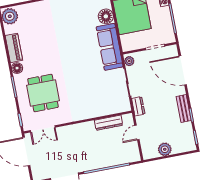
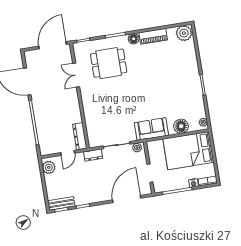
sofa: (110, 47) -> (151, 129), width x0.73
bench: (184, 108) -> (61, 203), moved
dresser: (109, 123) -> (80, 136), moved
double door: (43, 129) -> (76, 75), moved
door: (137, 132) -> (68, 153), swing flipped
plant: (165, 149) -> (49, 167), moved

